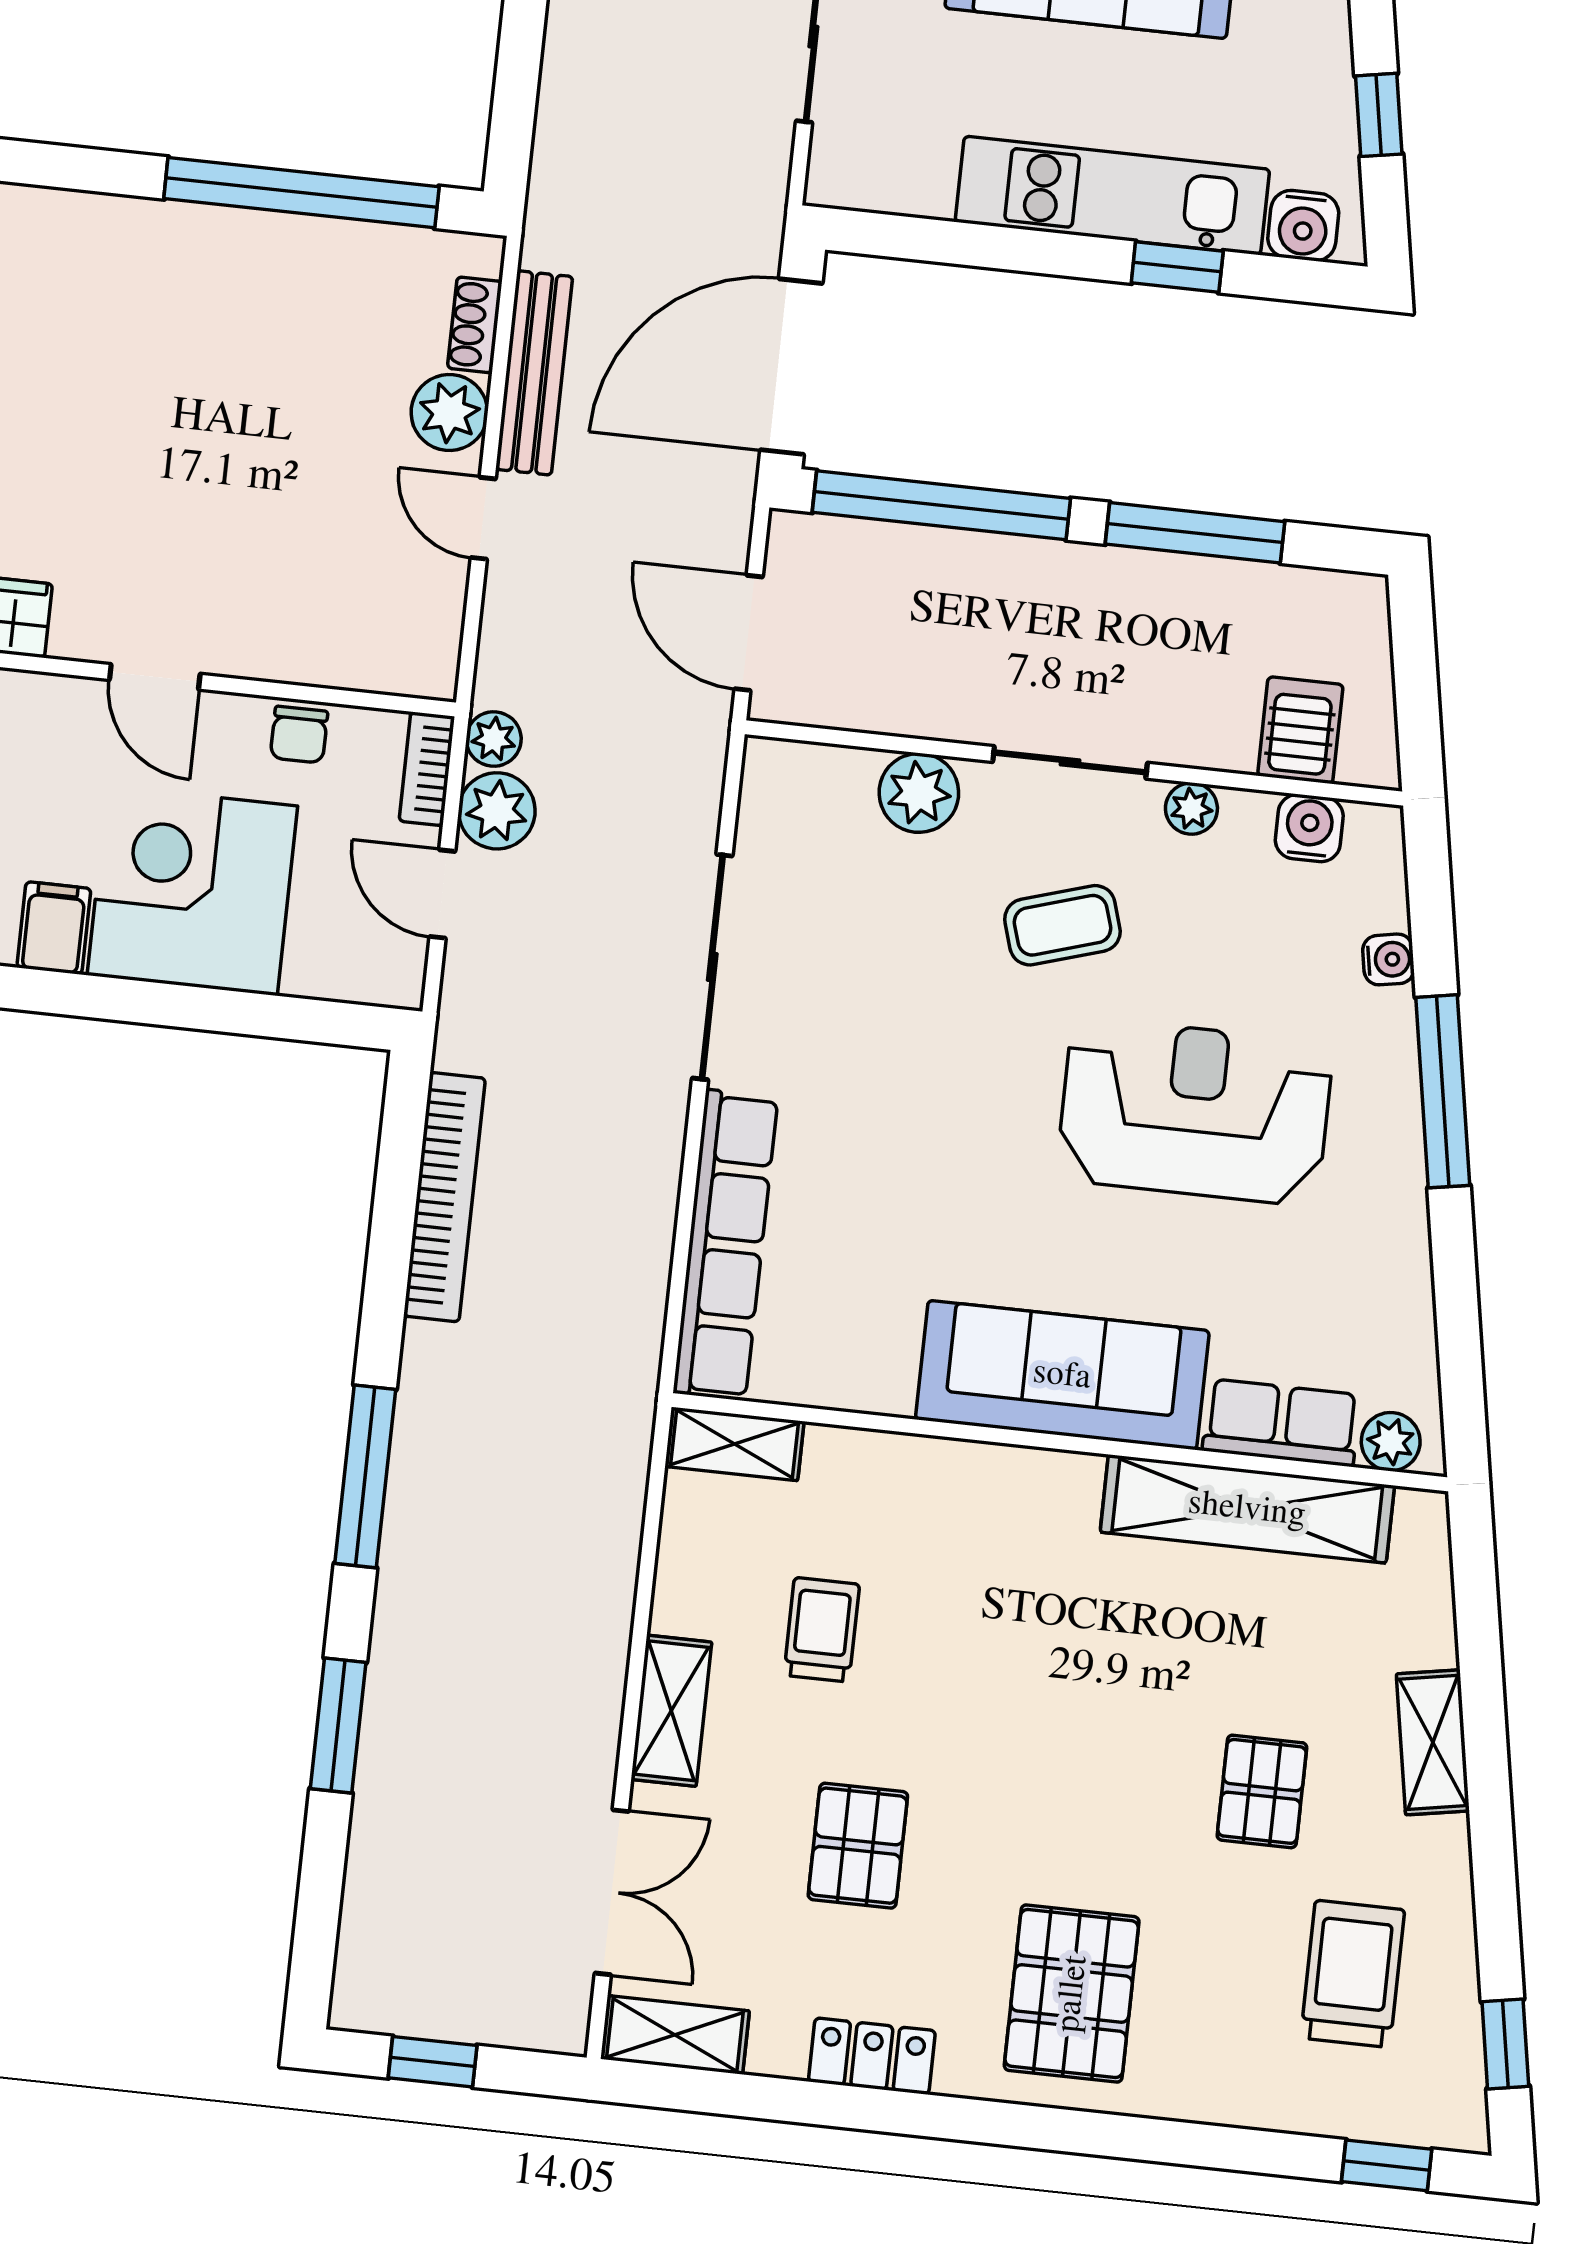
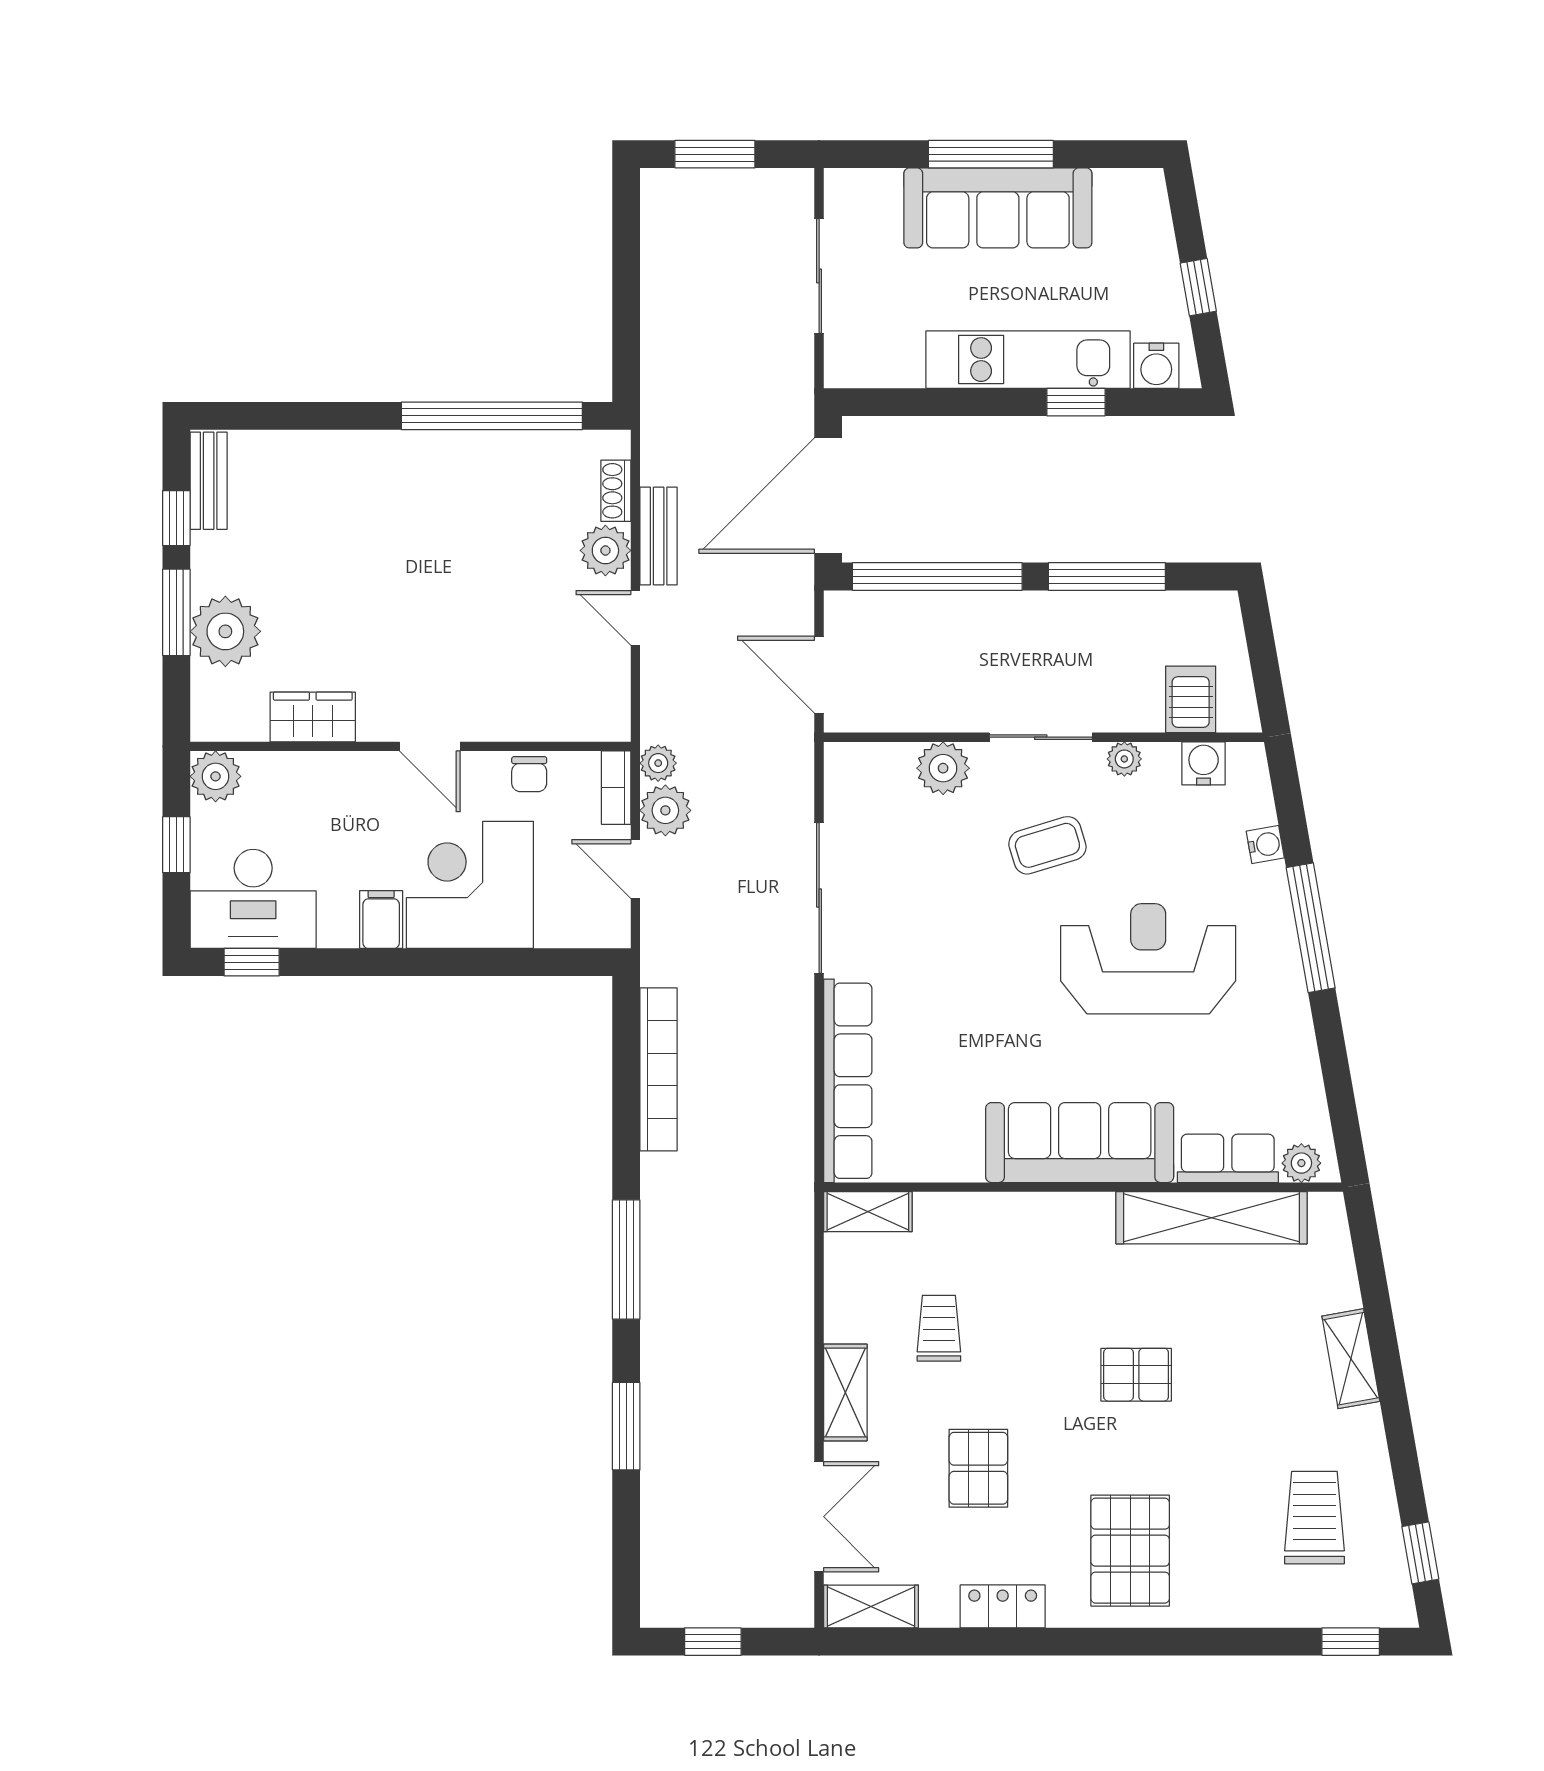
bench: (534, 373) -> (659, 536), width x0.73
pallet: (1262, 1791) -> (1136, 1375), moved, turned 90

